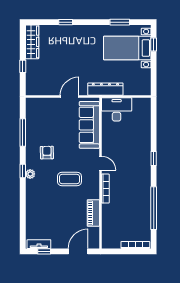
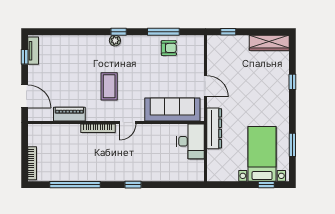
window: (23, 66) -> (228, 32), moved
armchair: (47, 153) -> (169, 48), moved

